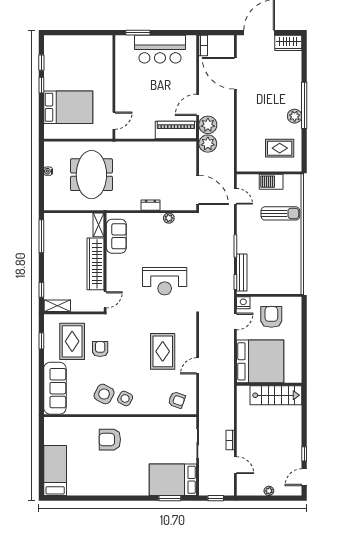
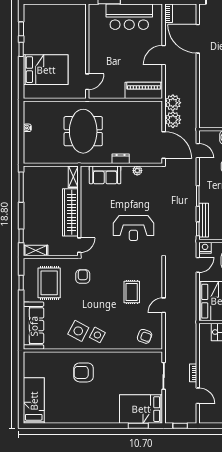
door: (198, 105) -> (164, 55), moved
plant: (208, 125) -> (173, 120), moved
meeting table: (91, 175) -> (83, 131), moved
sofa: (116, 236) -> (105, 175), moved, turned 90
armchair: (100, 349) -> (83, 277), moved
rug: (163, 351) -> (132, 292), width x0.73, depth x0.70

